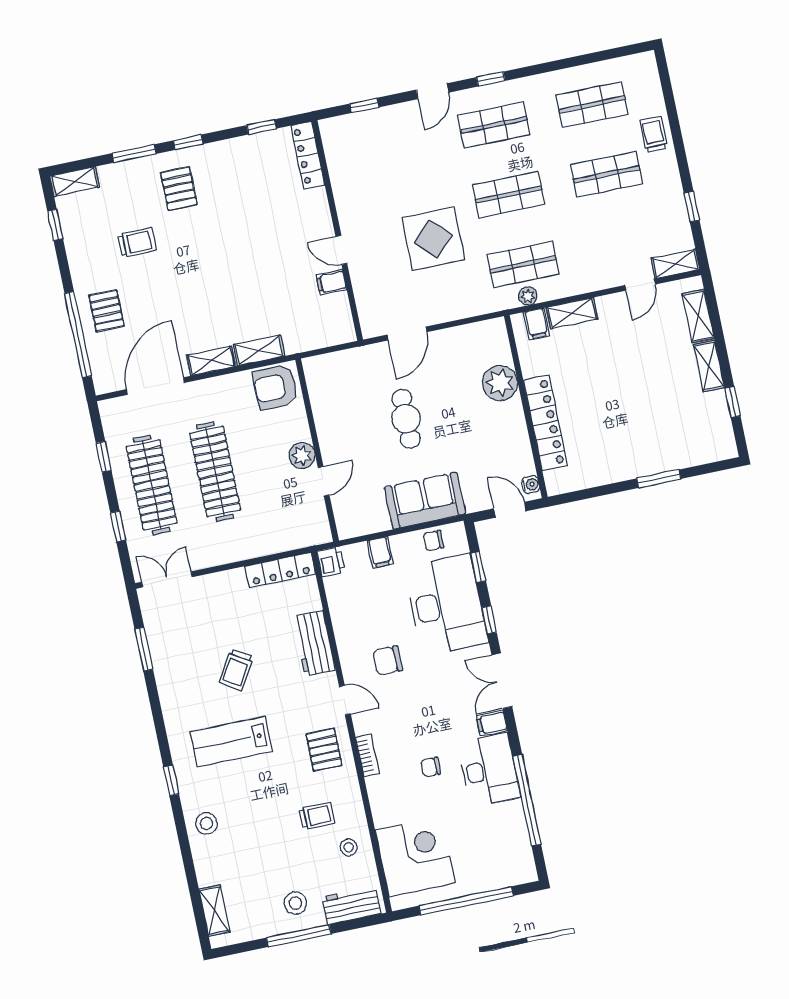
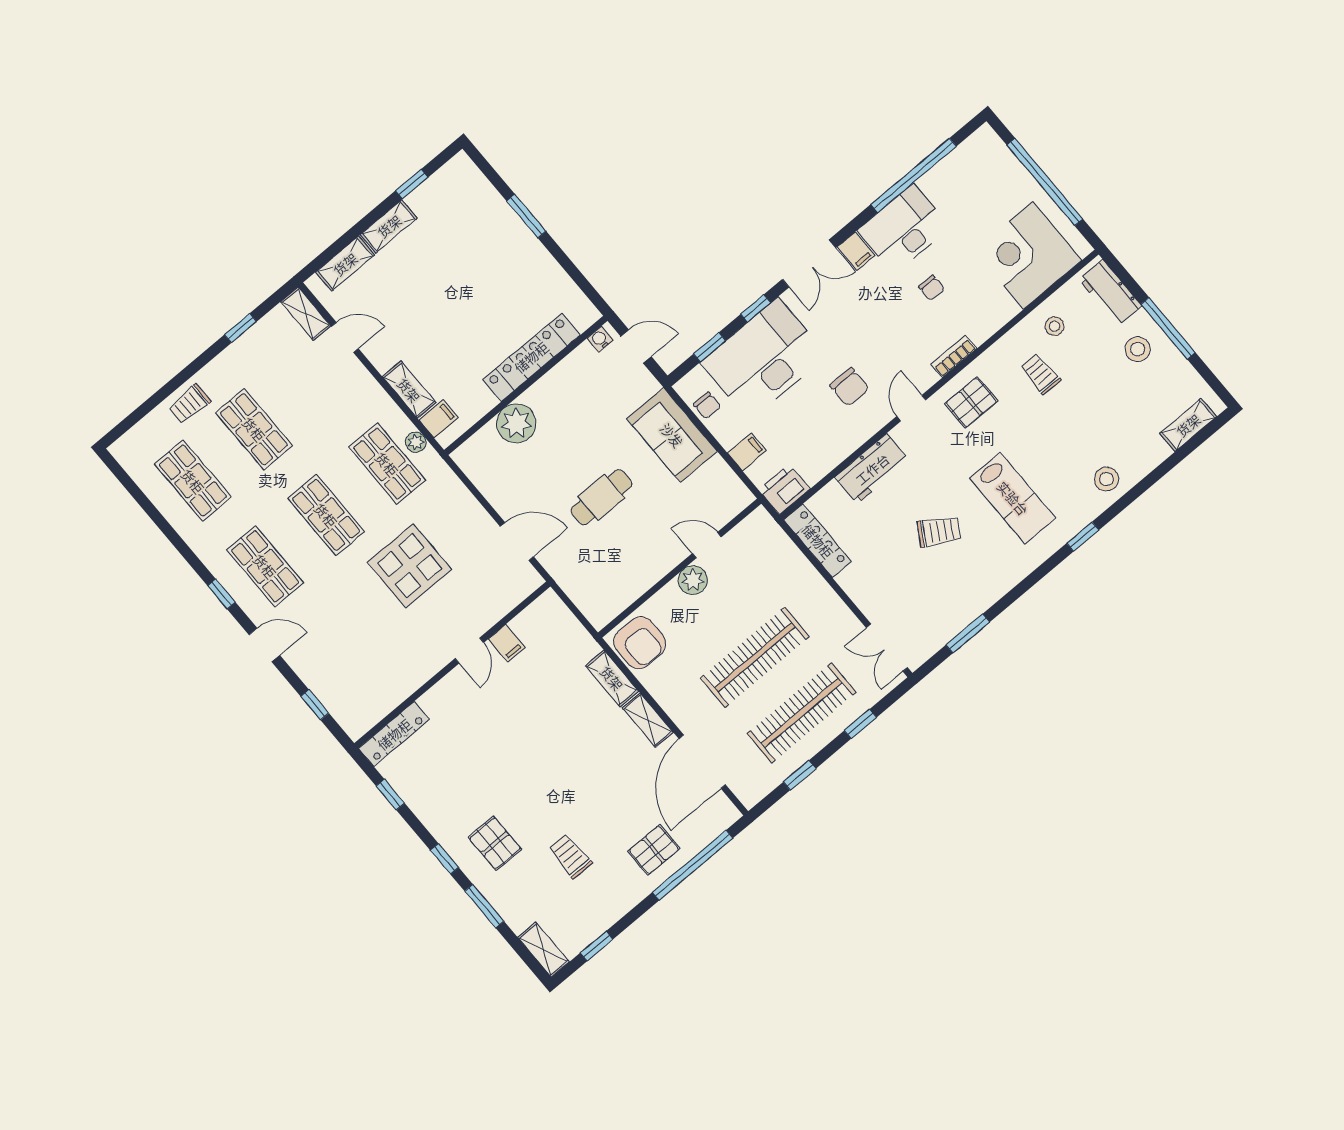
pallet: (179, 188) -> (495, 843), turned 90
door: (155, 386) -> (702, 762), hinge flipped
door: (510, 510) -> (636, 346), swing flipped
printer: (331, 562) -> (784, 489), width x1.36, depth x1.24

